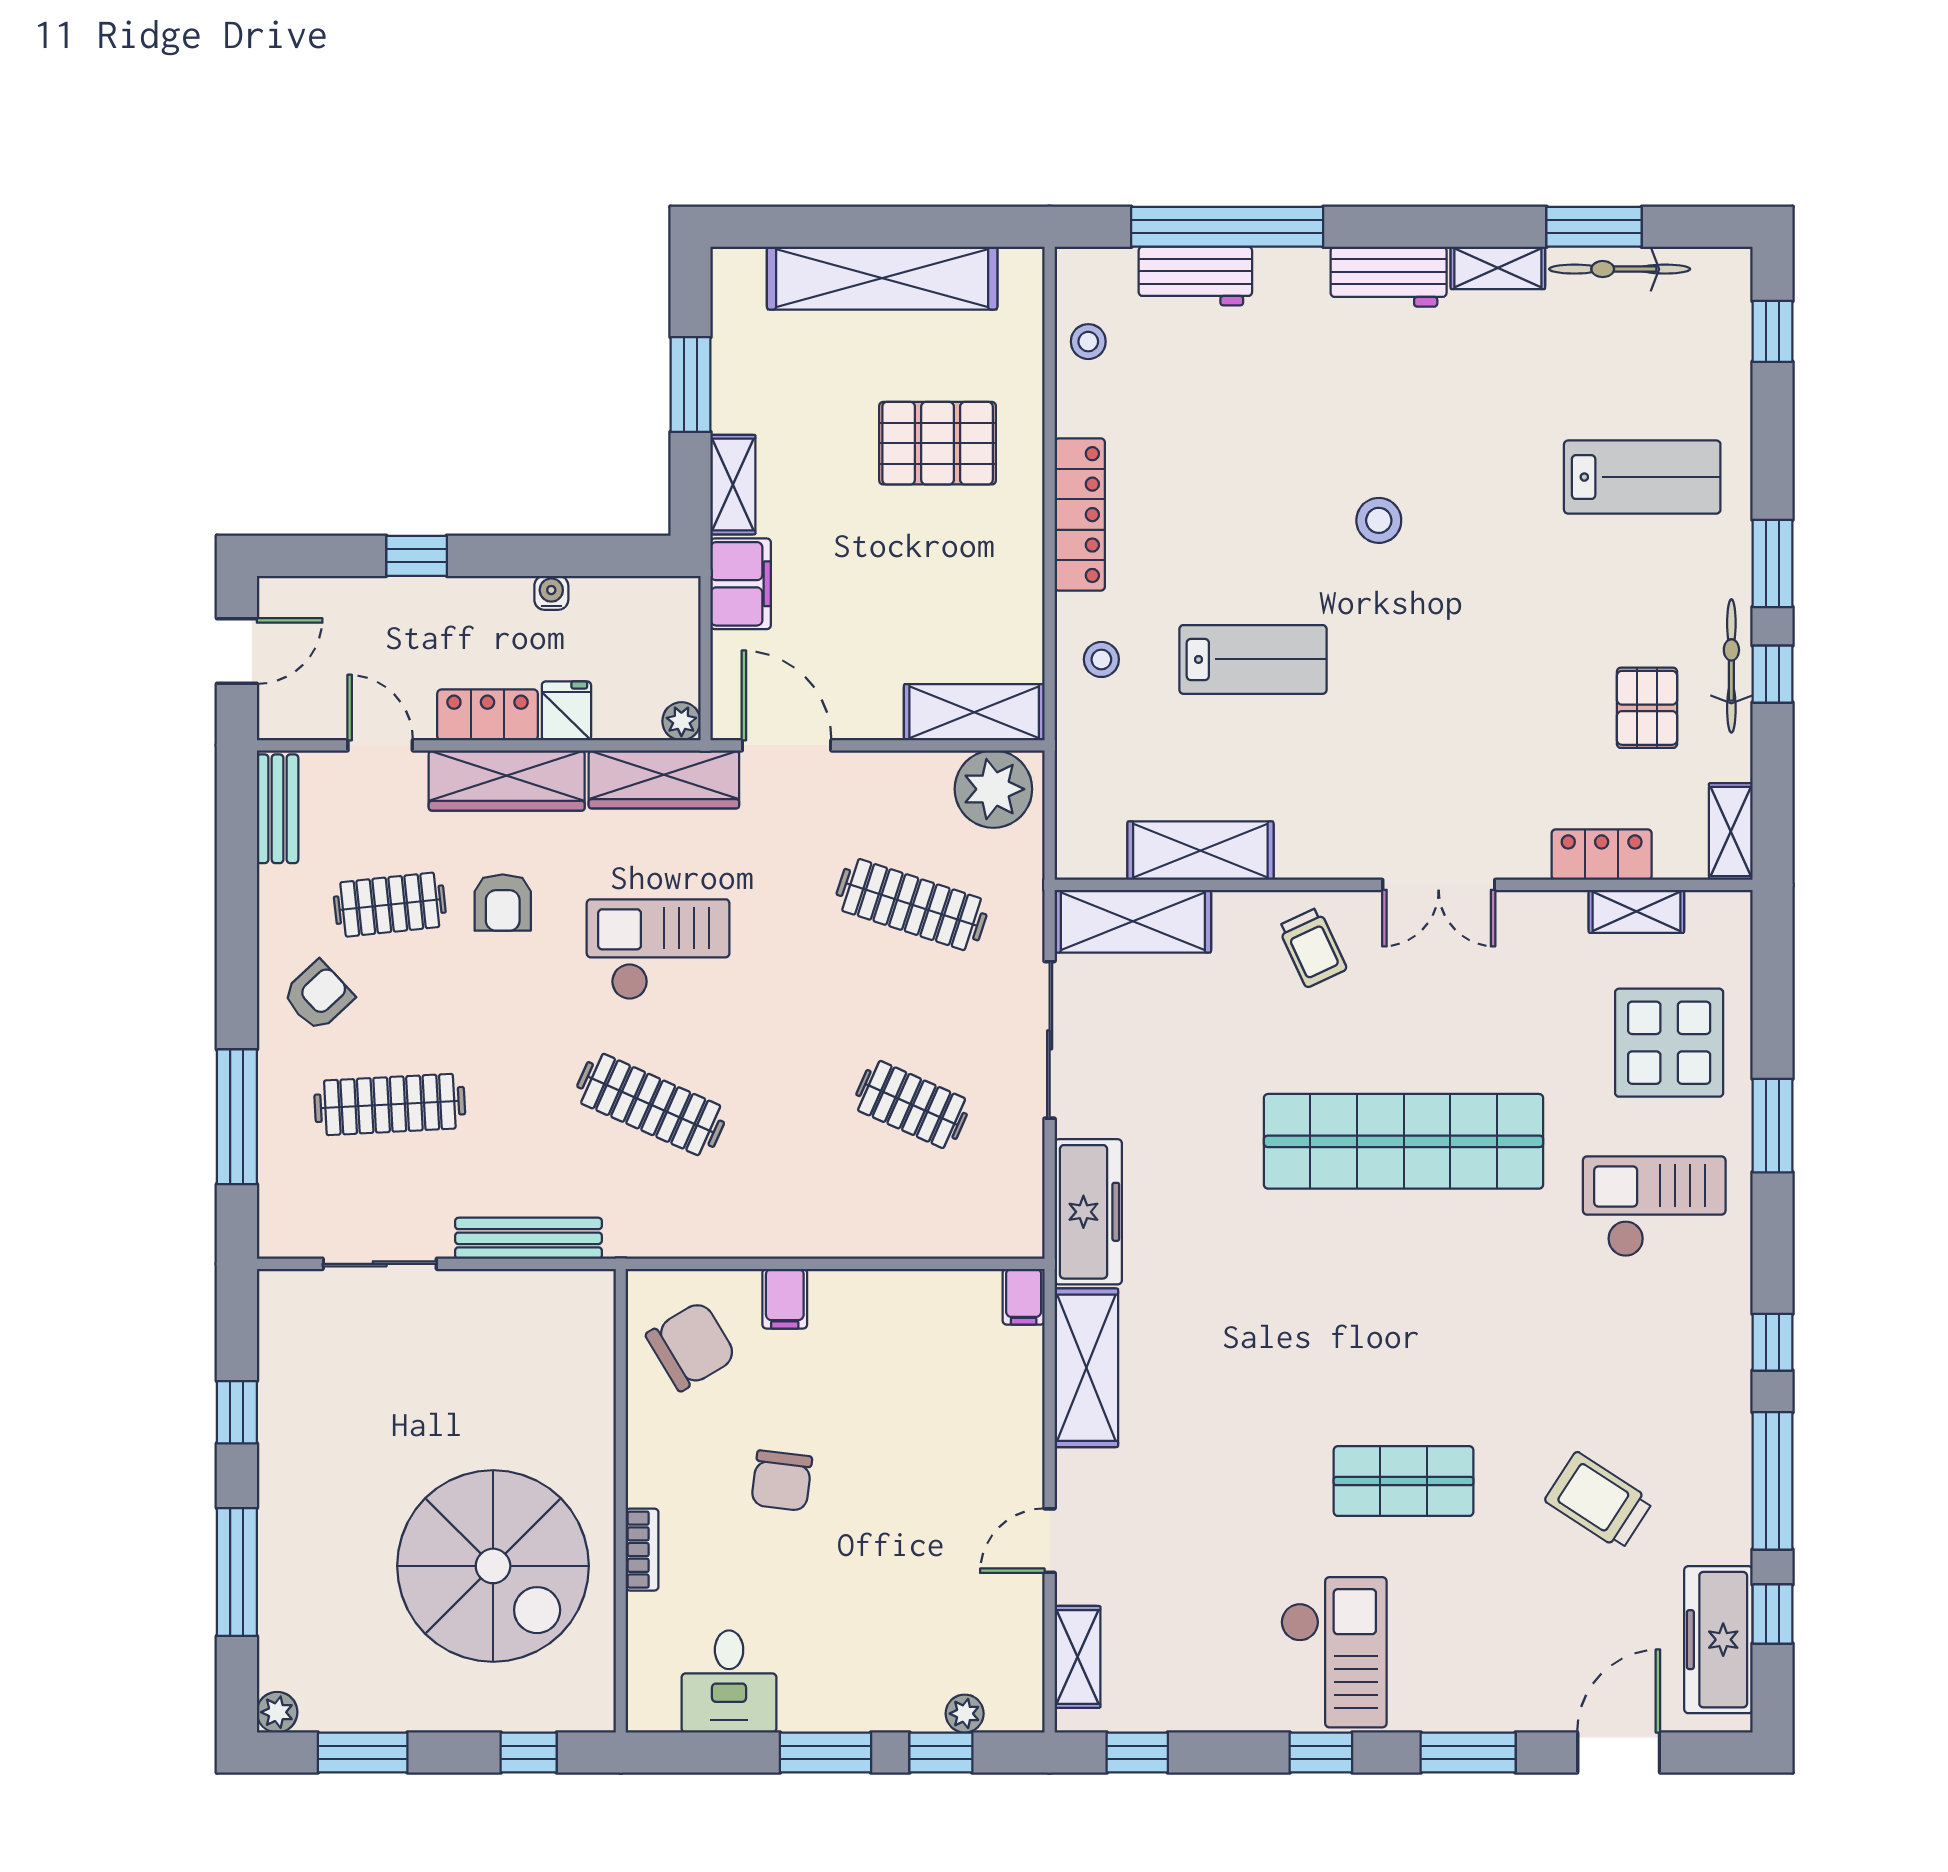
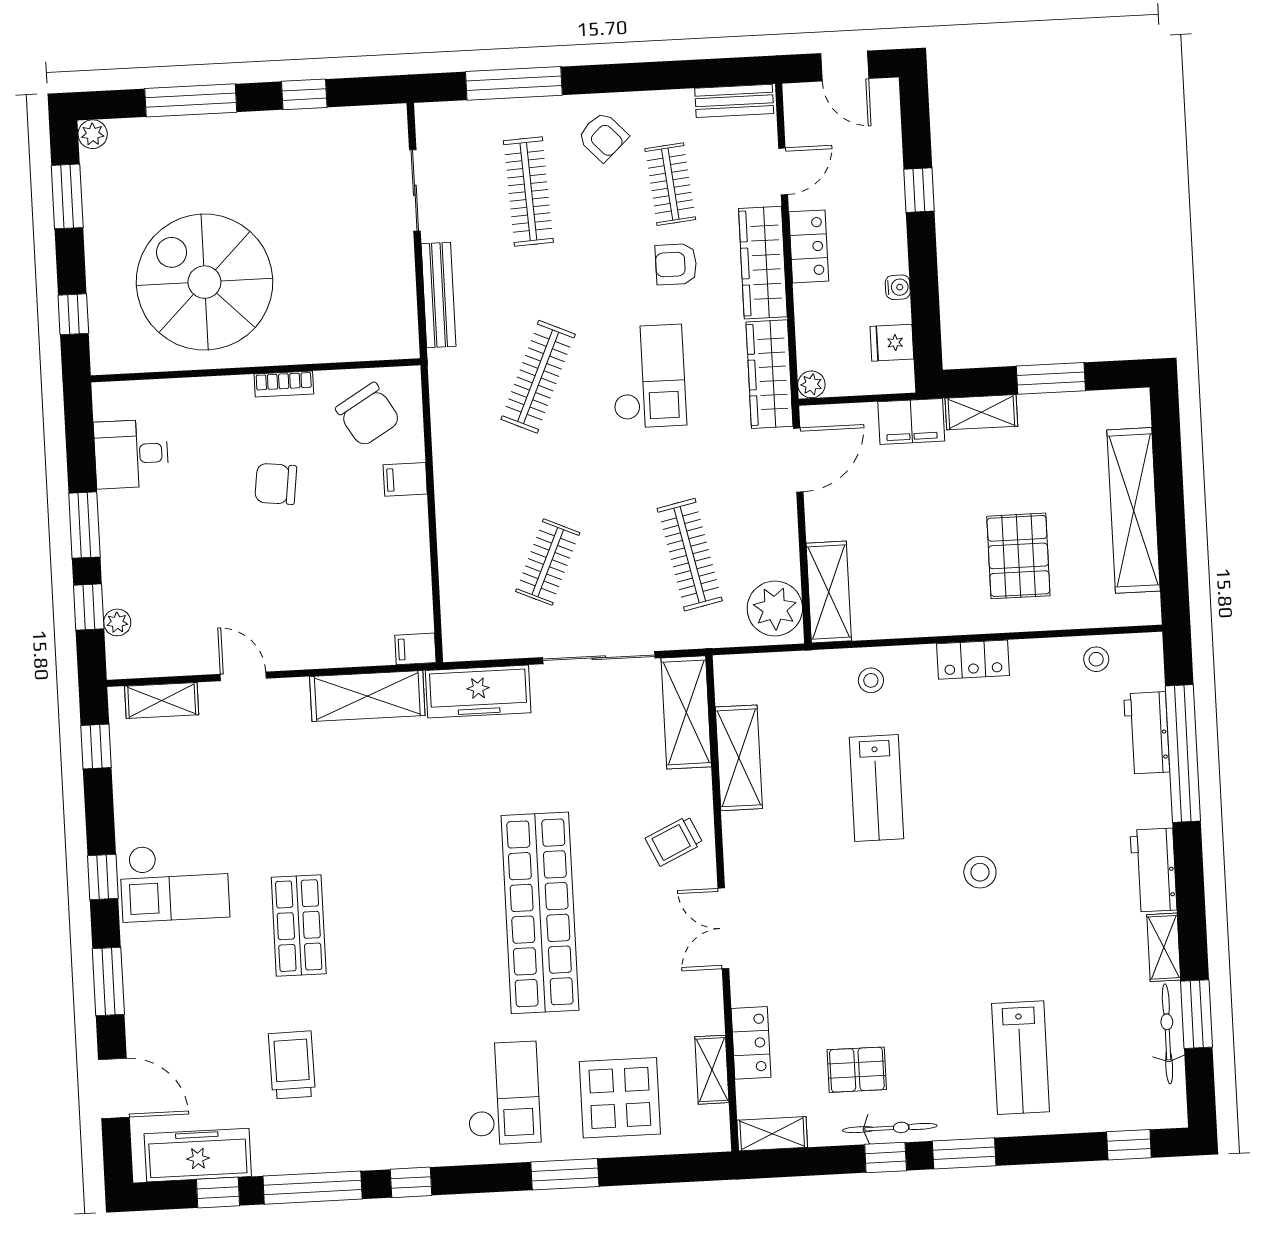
locker: (1080, 515) -> (973, 660), width x0.66
fridge: (566, 711) -> (892, 343), moved, turned 180
clothes rail: (912, 905) -> (690, 555), turned -30
trolley: (1599, 1501) -> (292, 1065), turned -34
bookcase: (642, 1550) -> (284, 384), moved
spiral stairs: (493, 1566) -> (204, 282), turned 90

